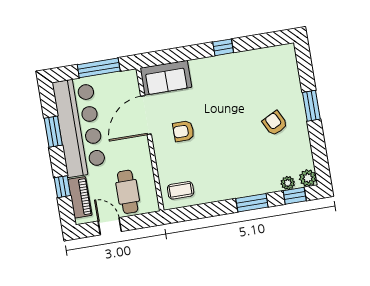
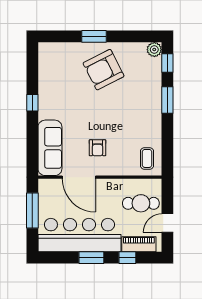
sofa: (166, 78) -> (50, 148), width x1.36
armchair: (275, 123) -> (104, 70), width x1.88, depth x1.88
window: (53, 132) -> (91, 258), moved
plant: (288, 183) -> (156, 67), removed

